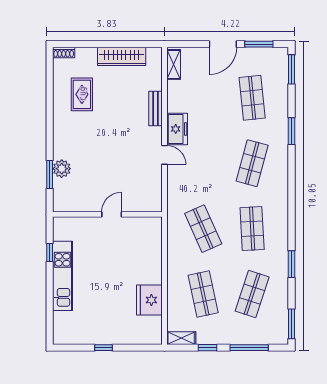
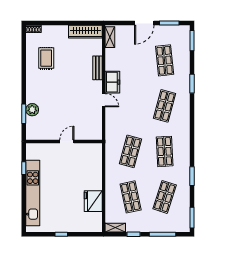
wardrobe: (122, 56) -> (85, 32), moved
shop shelf: (203, 229) -> (131, 151), turned 39
kitchen unit: (63, 276) -> (33, 193), width x1.36

